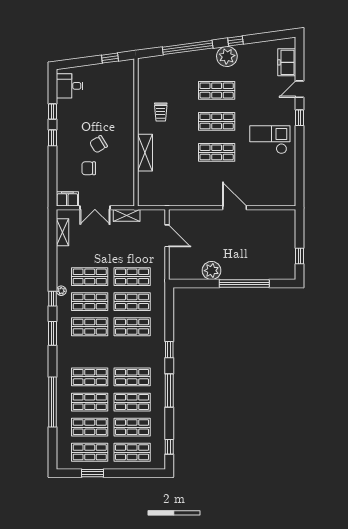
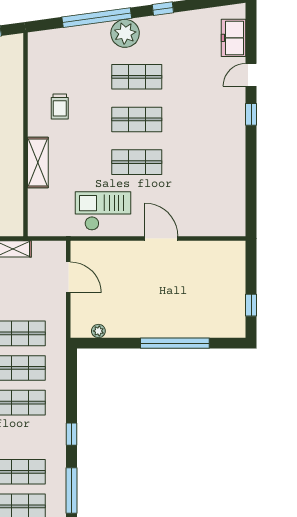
plant: (227, 56) -> (125, 33), moved
checkout: (270, 140) -> (103, 211), moved
plant: (211, 271) -> (98, 331), moved, width x0.53, depth x0.53

